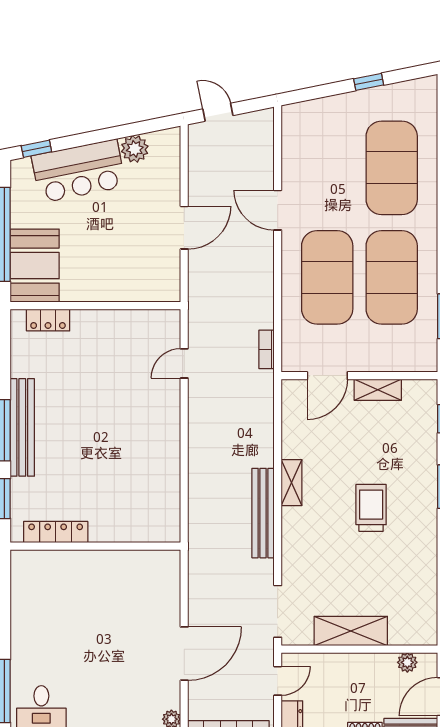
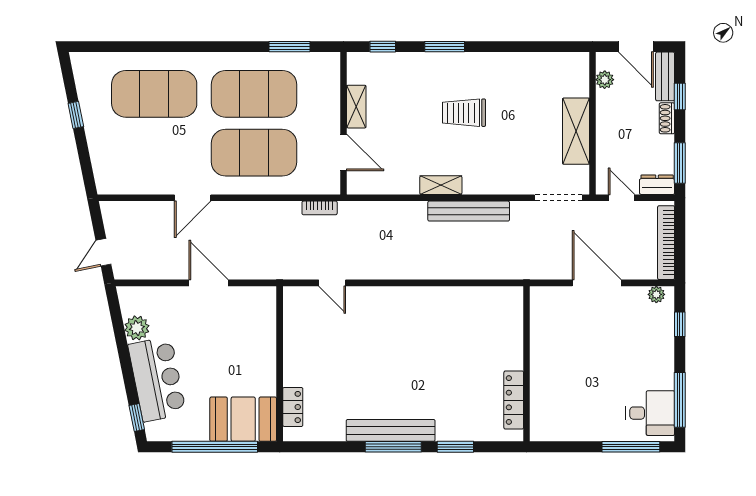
locker: (56, 532) -> (514, 400), moved
wall: (95, 546) -> (527, 364), moved

